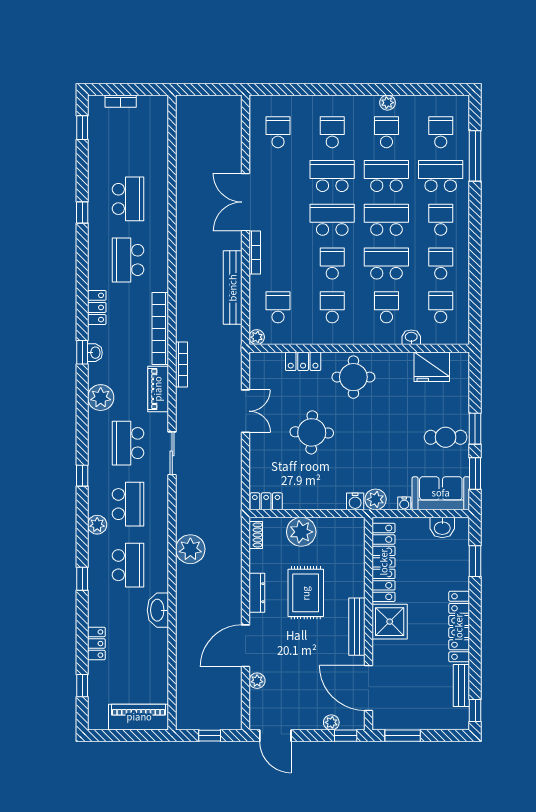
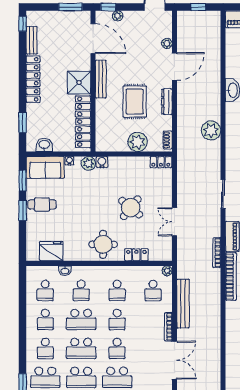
school desk: (332, 220) -> (117, 348), width x0.54
round table: (312, 432) -> (131, 208), turned 37

